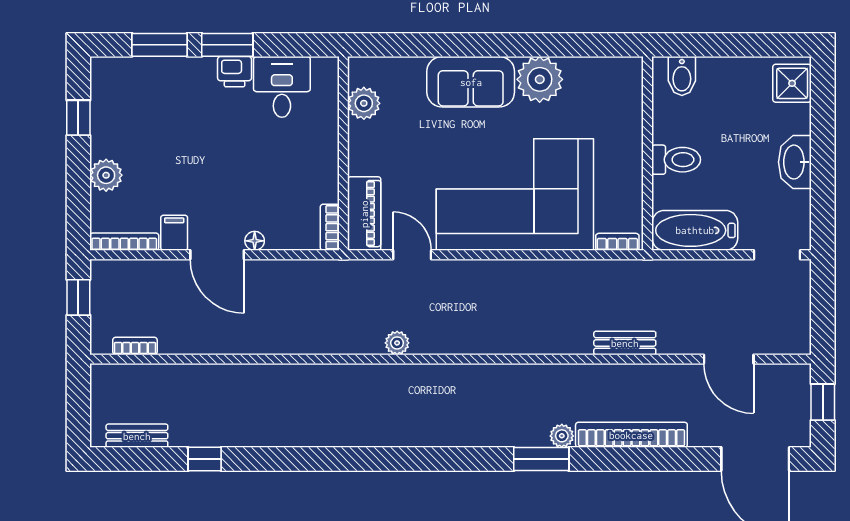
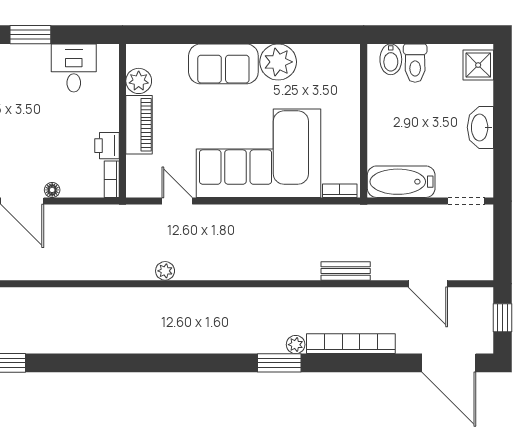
printer: (235, 72) -> (107, 146), moved, turned 90
toilet: (676, 160) -> (415, 63), moved, turned 90
piano: (364, 214) -> (139, 125), moved

